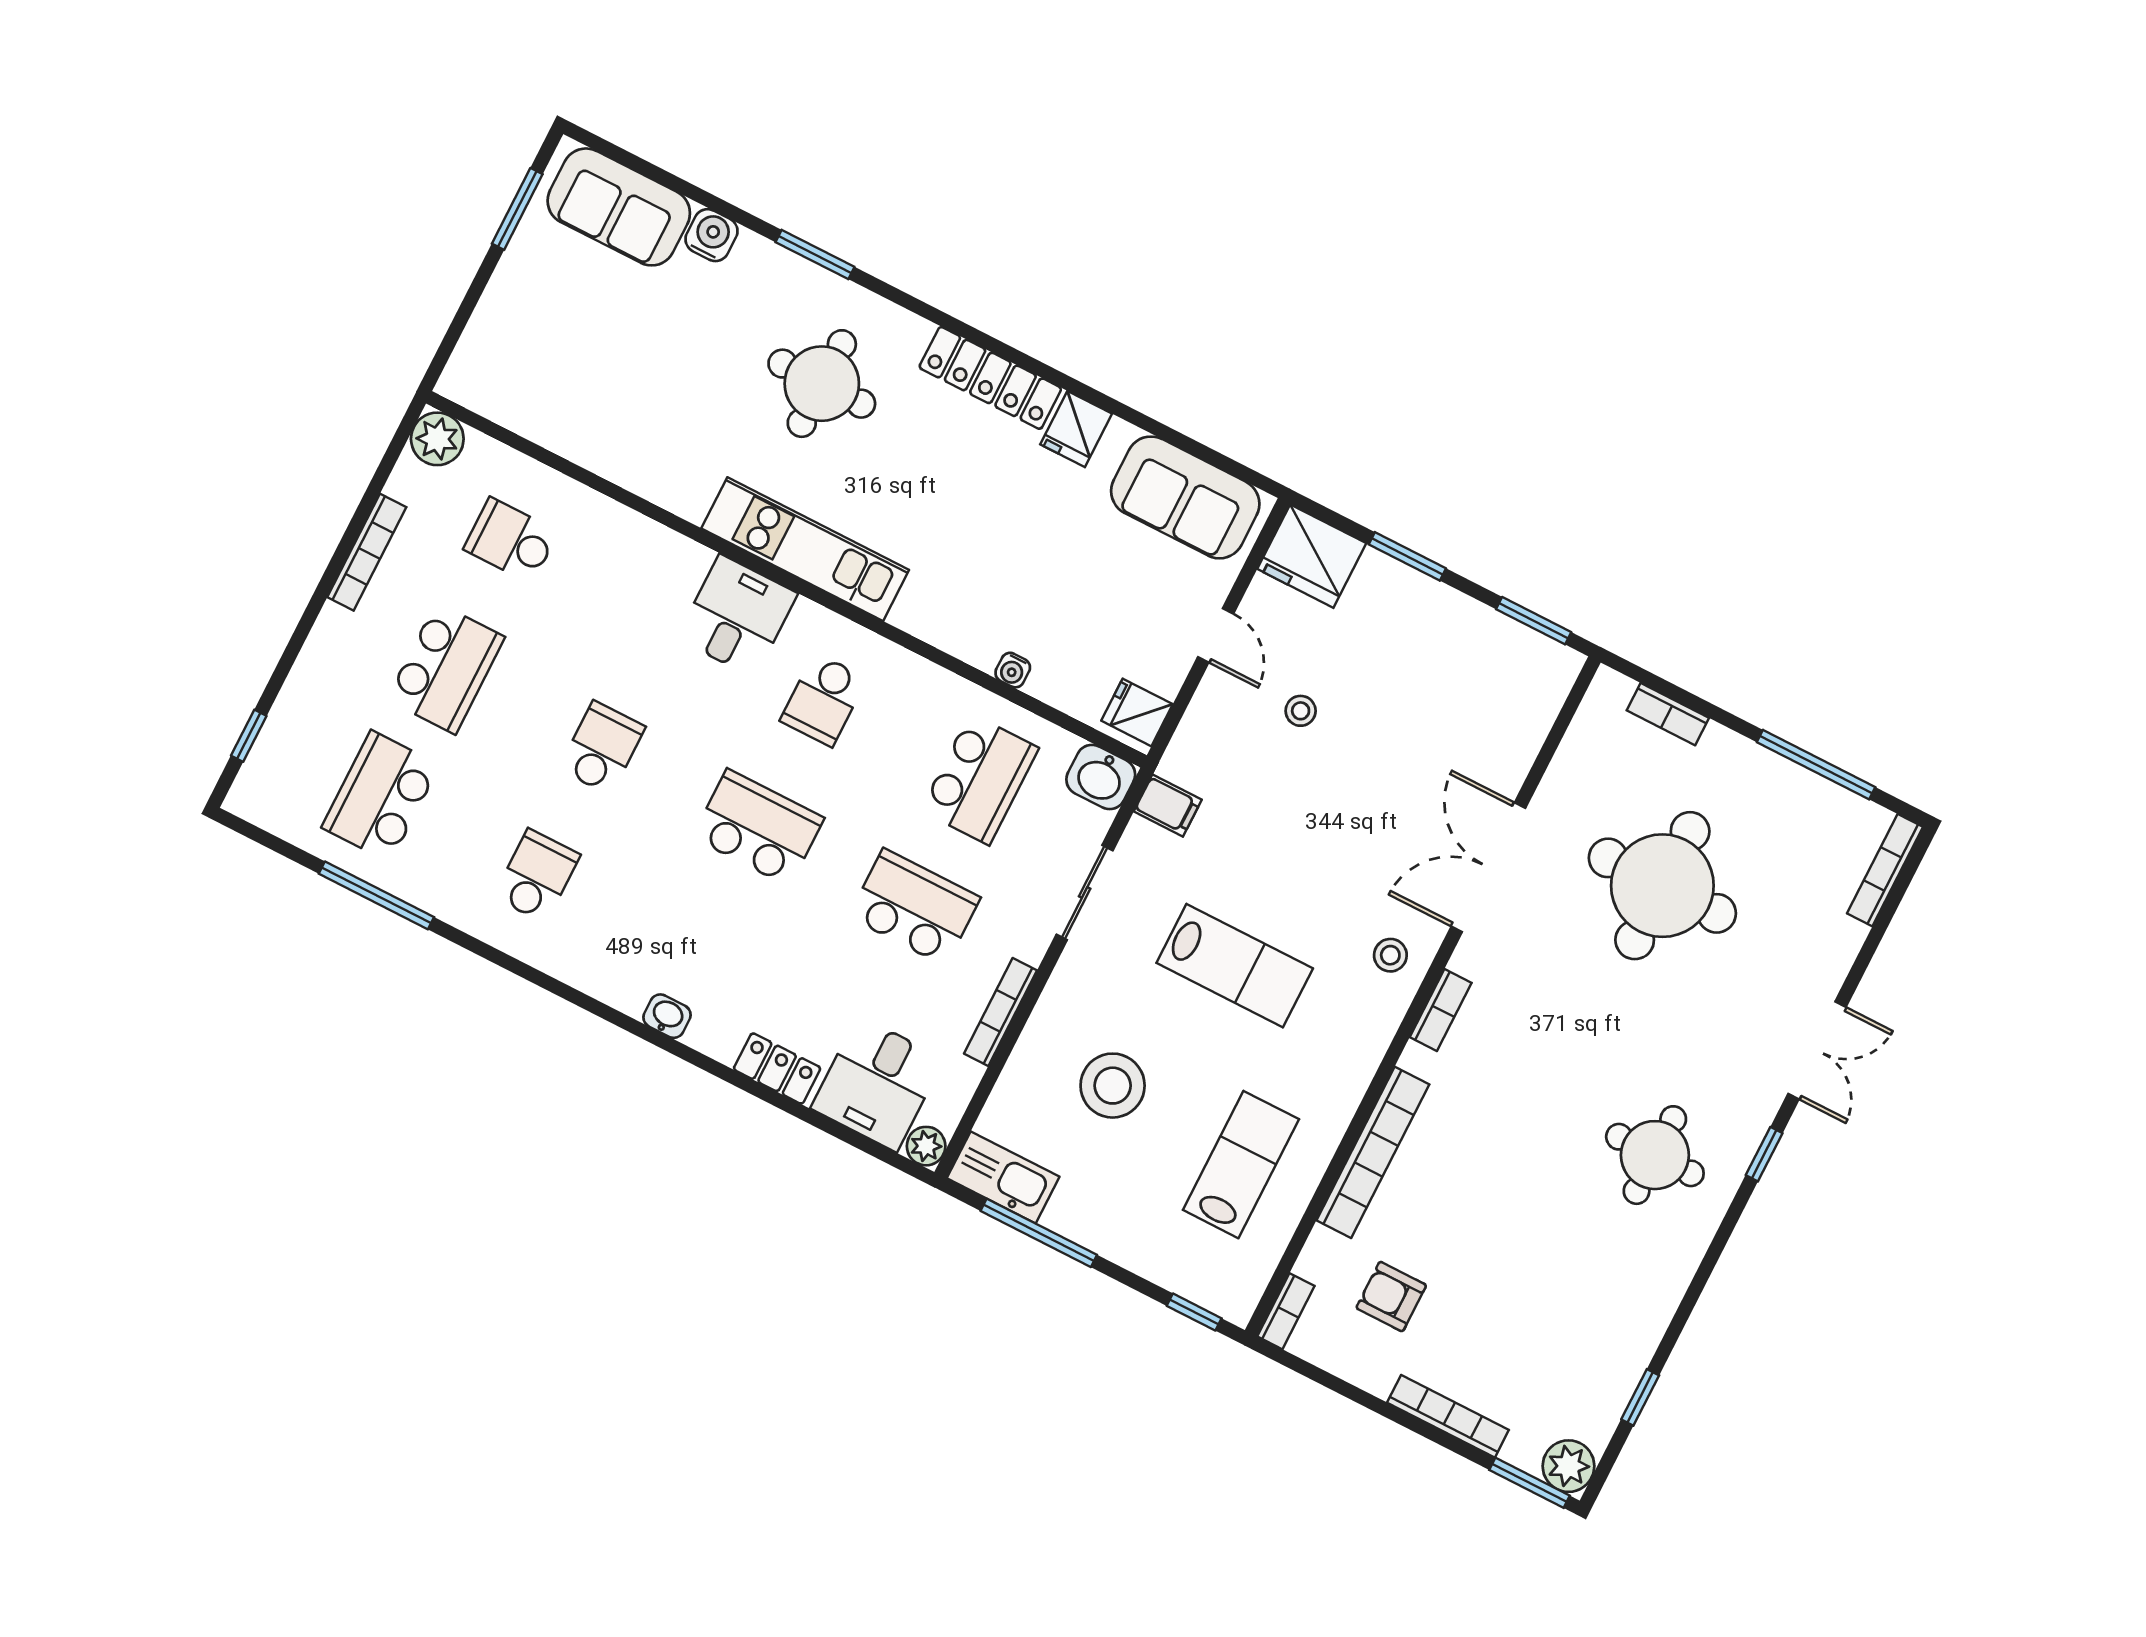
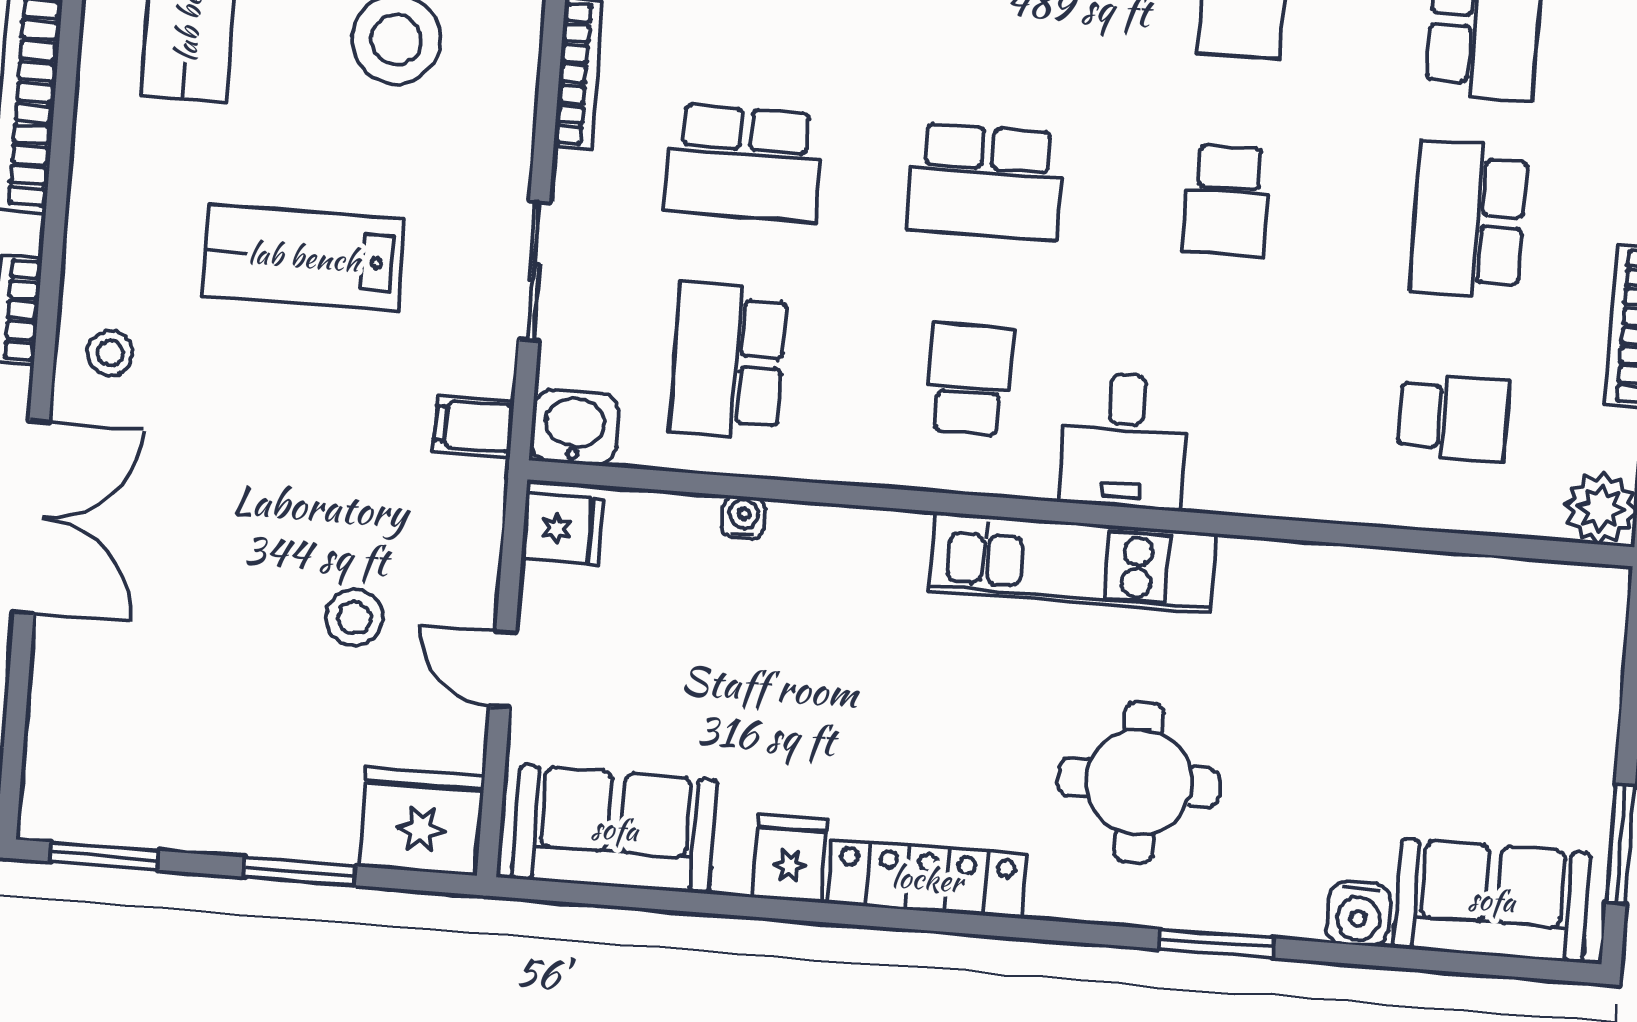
stool: (1301, 711) -> (354, 618), width x1.37, depth x1.37

